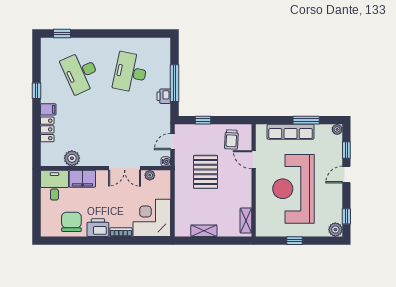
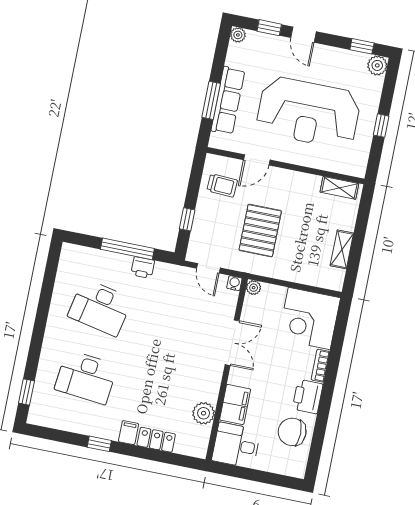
desk: (81, 72) -> (86, 377), turned 30
window: (306, 120) -> (211, 100), moved
pallet: (206, 172) -> (260, 231), turned 90
plant: (150, 175) -> (254, 288), moved

